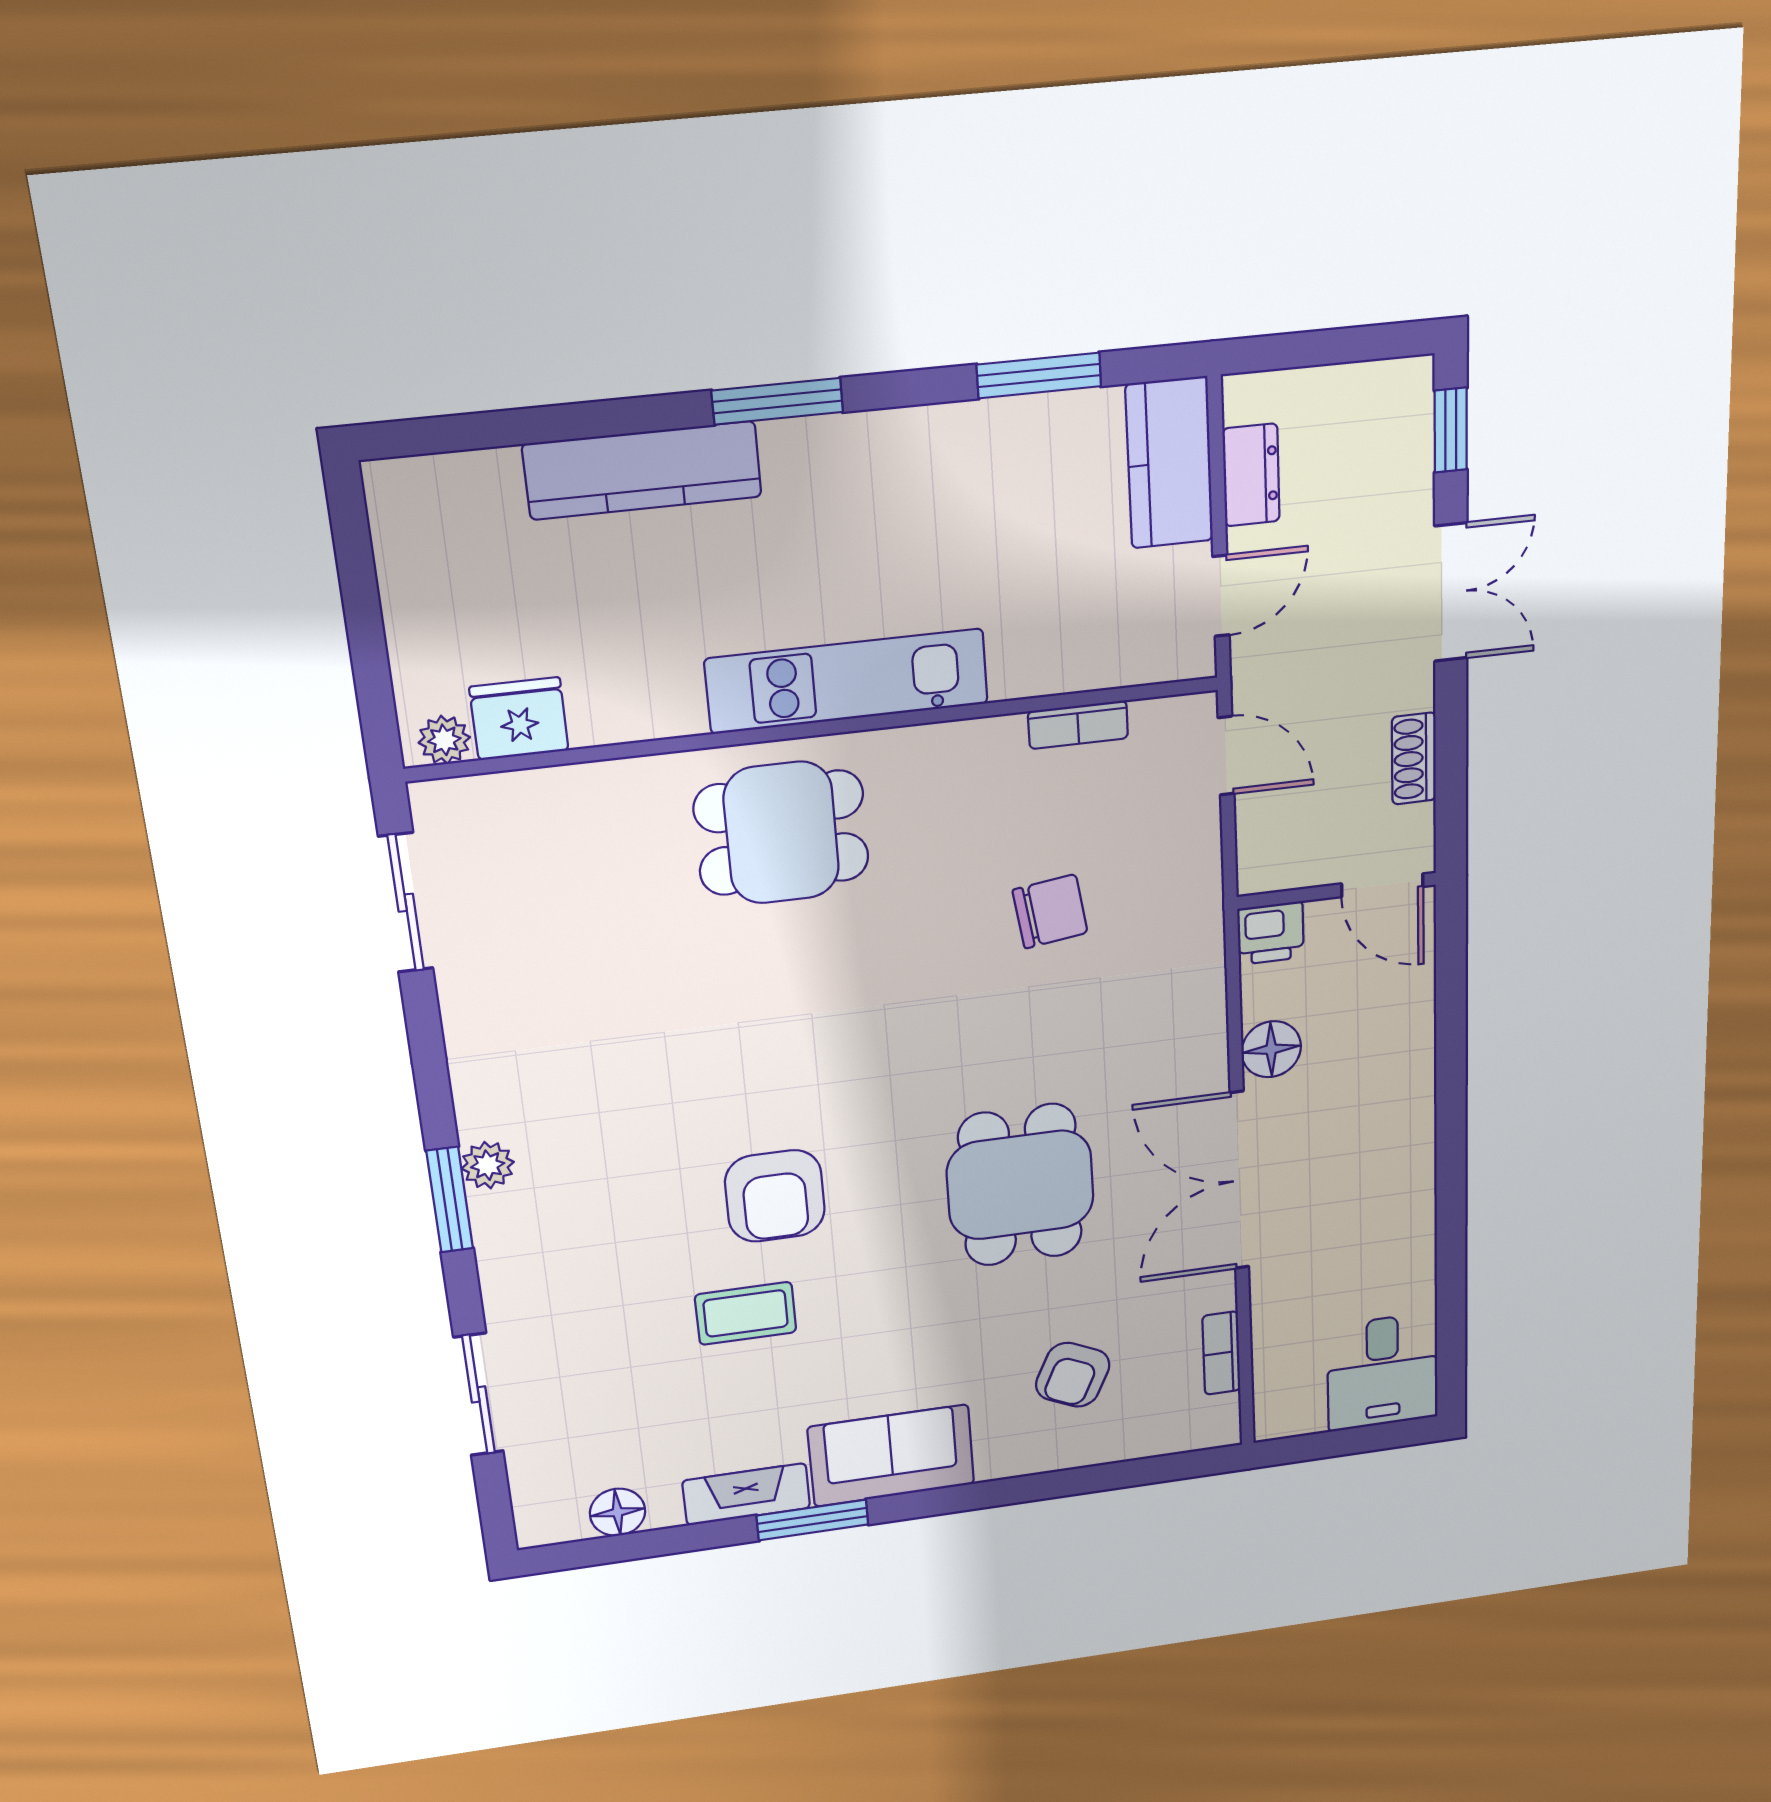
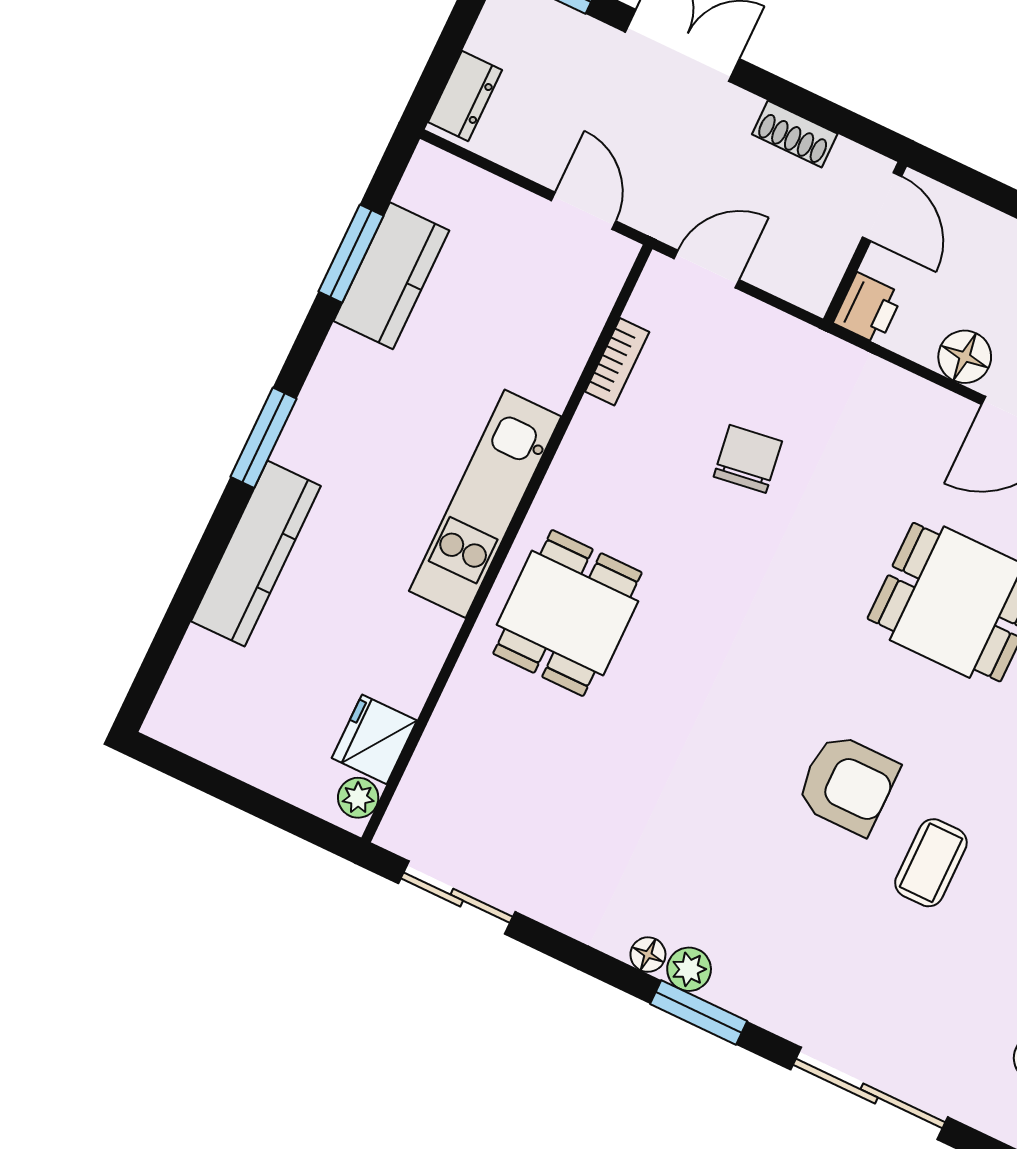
kitchen counter: (1169, 463) -> (391, 276), moved, turned -90
dresser: (1251, 475) -> (465, 96), moved, turned 90
door: (1382, 885) -> (882, 207), hinge flipped
floor lamp: (476, 1119) -> (648, 955), added
sliding door: (479, 1394) -> (869, 1093), width x1.37

